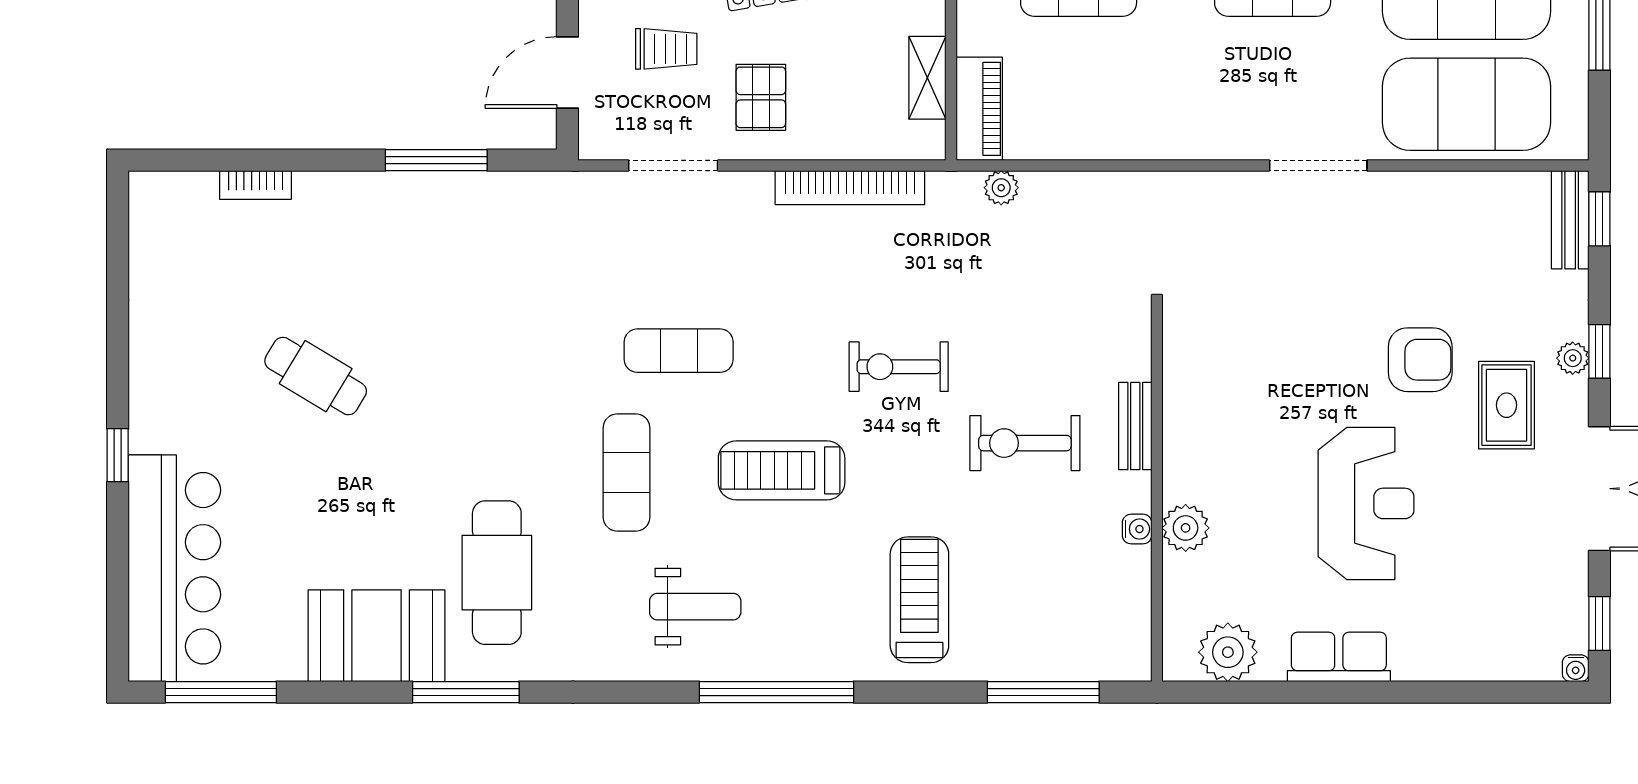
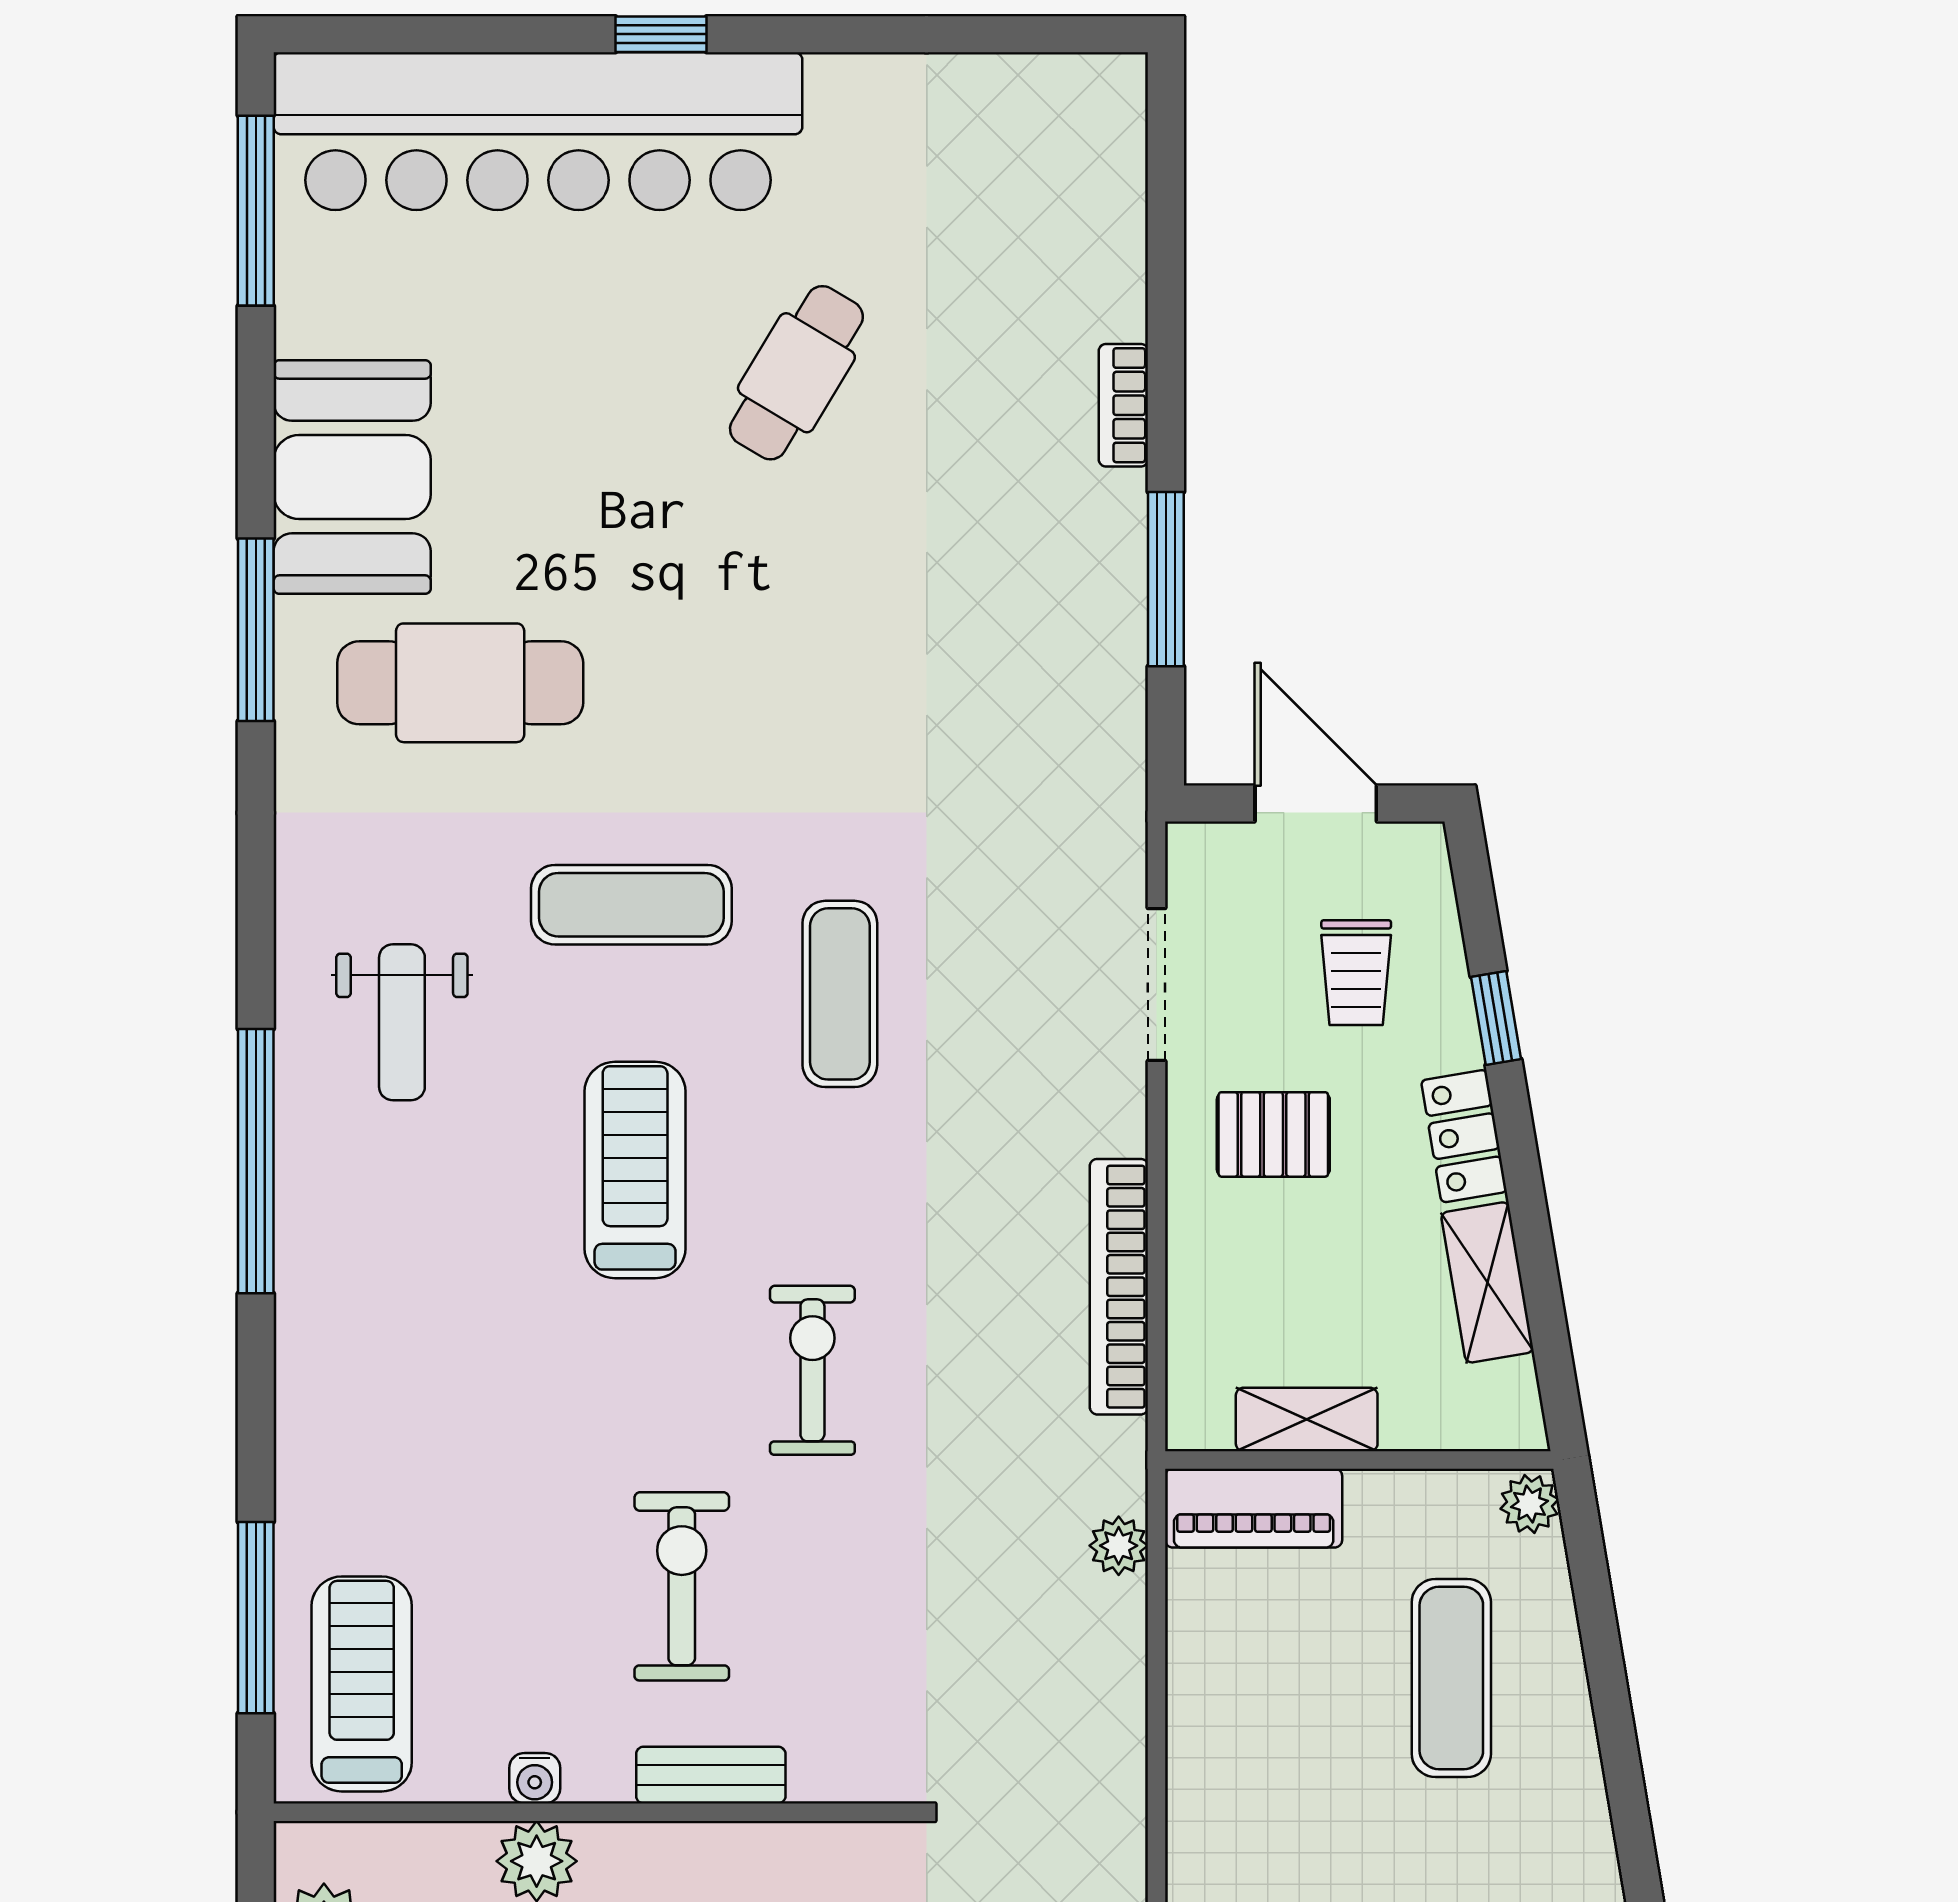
bookcase: (255, 185) -> (1123, 405), moved
bar counter: (174, 568) -> (538, 131), width x1.36
treadmill: (919, 600) -> (362, 1684), moved, turned -90

